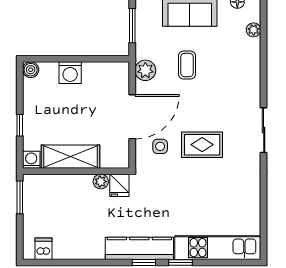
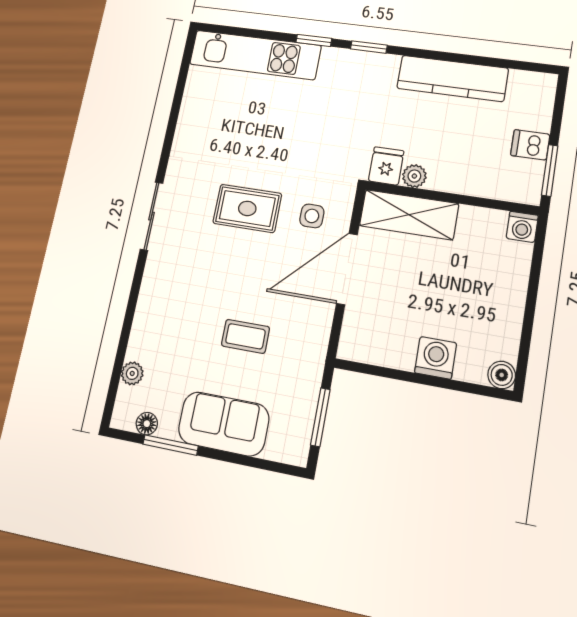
coffee table: (187, 65) -> (245, 336), turned 90
plant: (145, 70) -> (312, 340), removed
window: (20, 125) -> (533, 286), removed
shelving: (71, 157) -> (409, 215), moved
kitchen counter: (139, 248) -> (452, 78), moved
dishwasher: (43, 249) -> (530, 145), moved, turned 90

